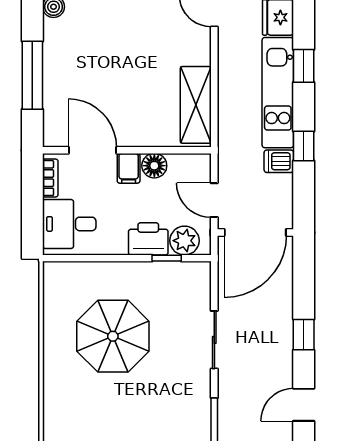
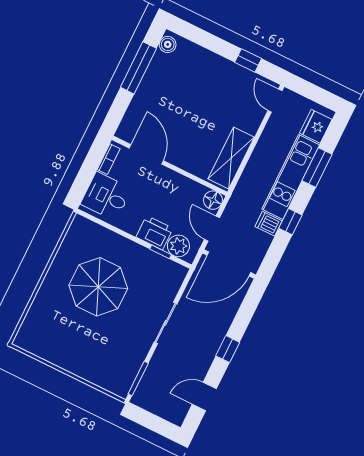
window: (304, 66) -> (317, 168), width x1.50
window: (32, 75) -> (138, 68), moved
floor lamp: (154, 166) -> (213, 200), moved
filing cabinet: (129, 168) -> (165, 179), removed

